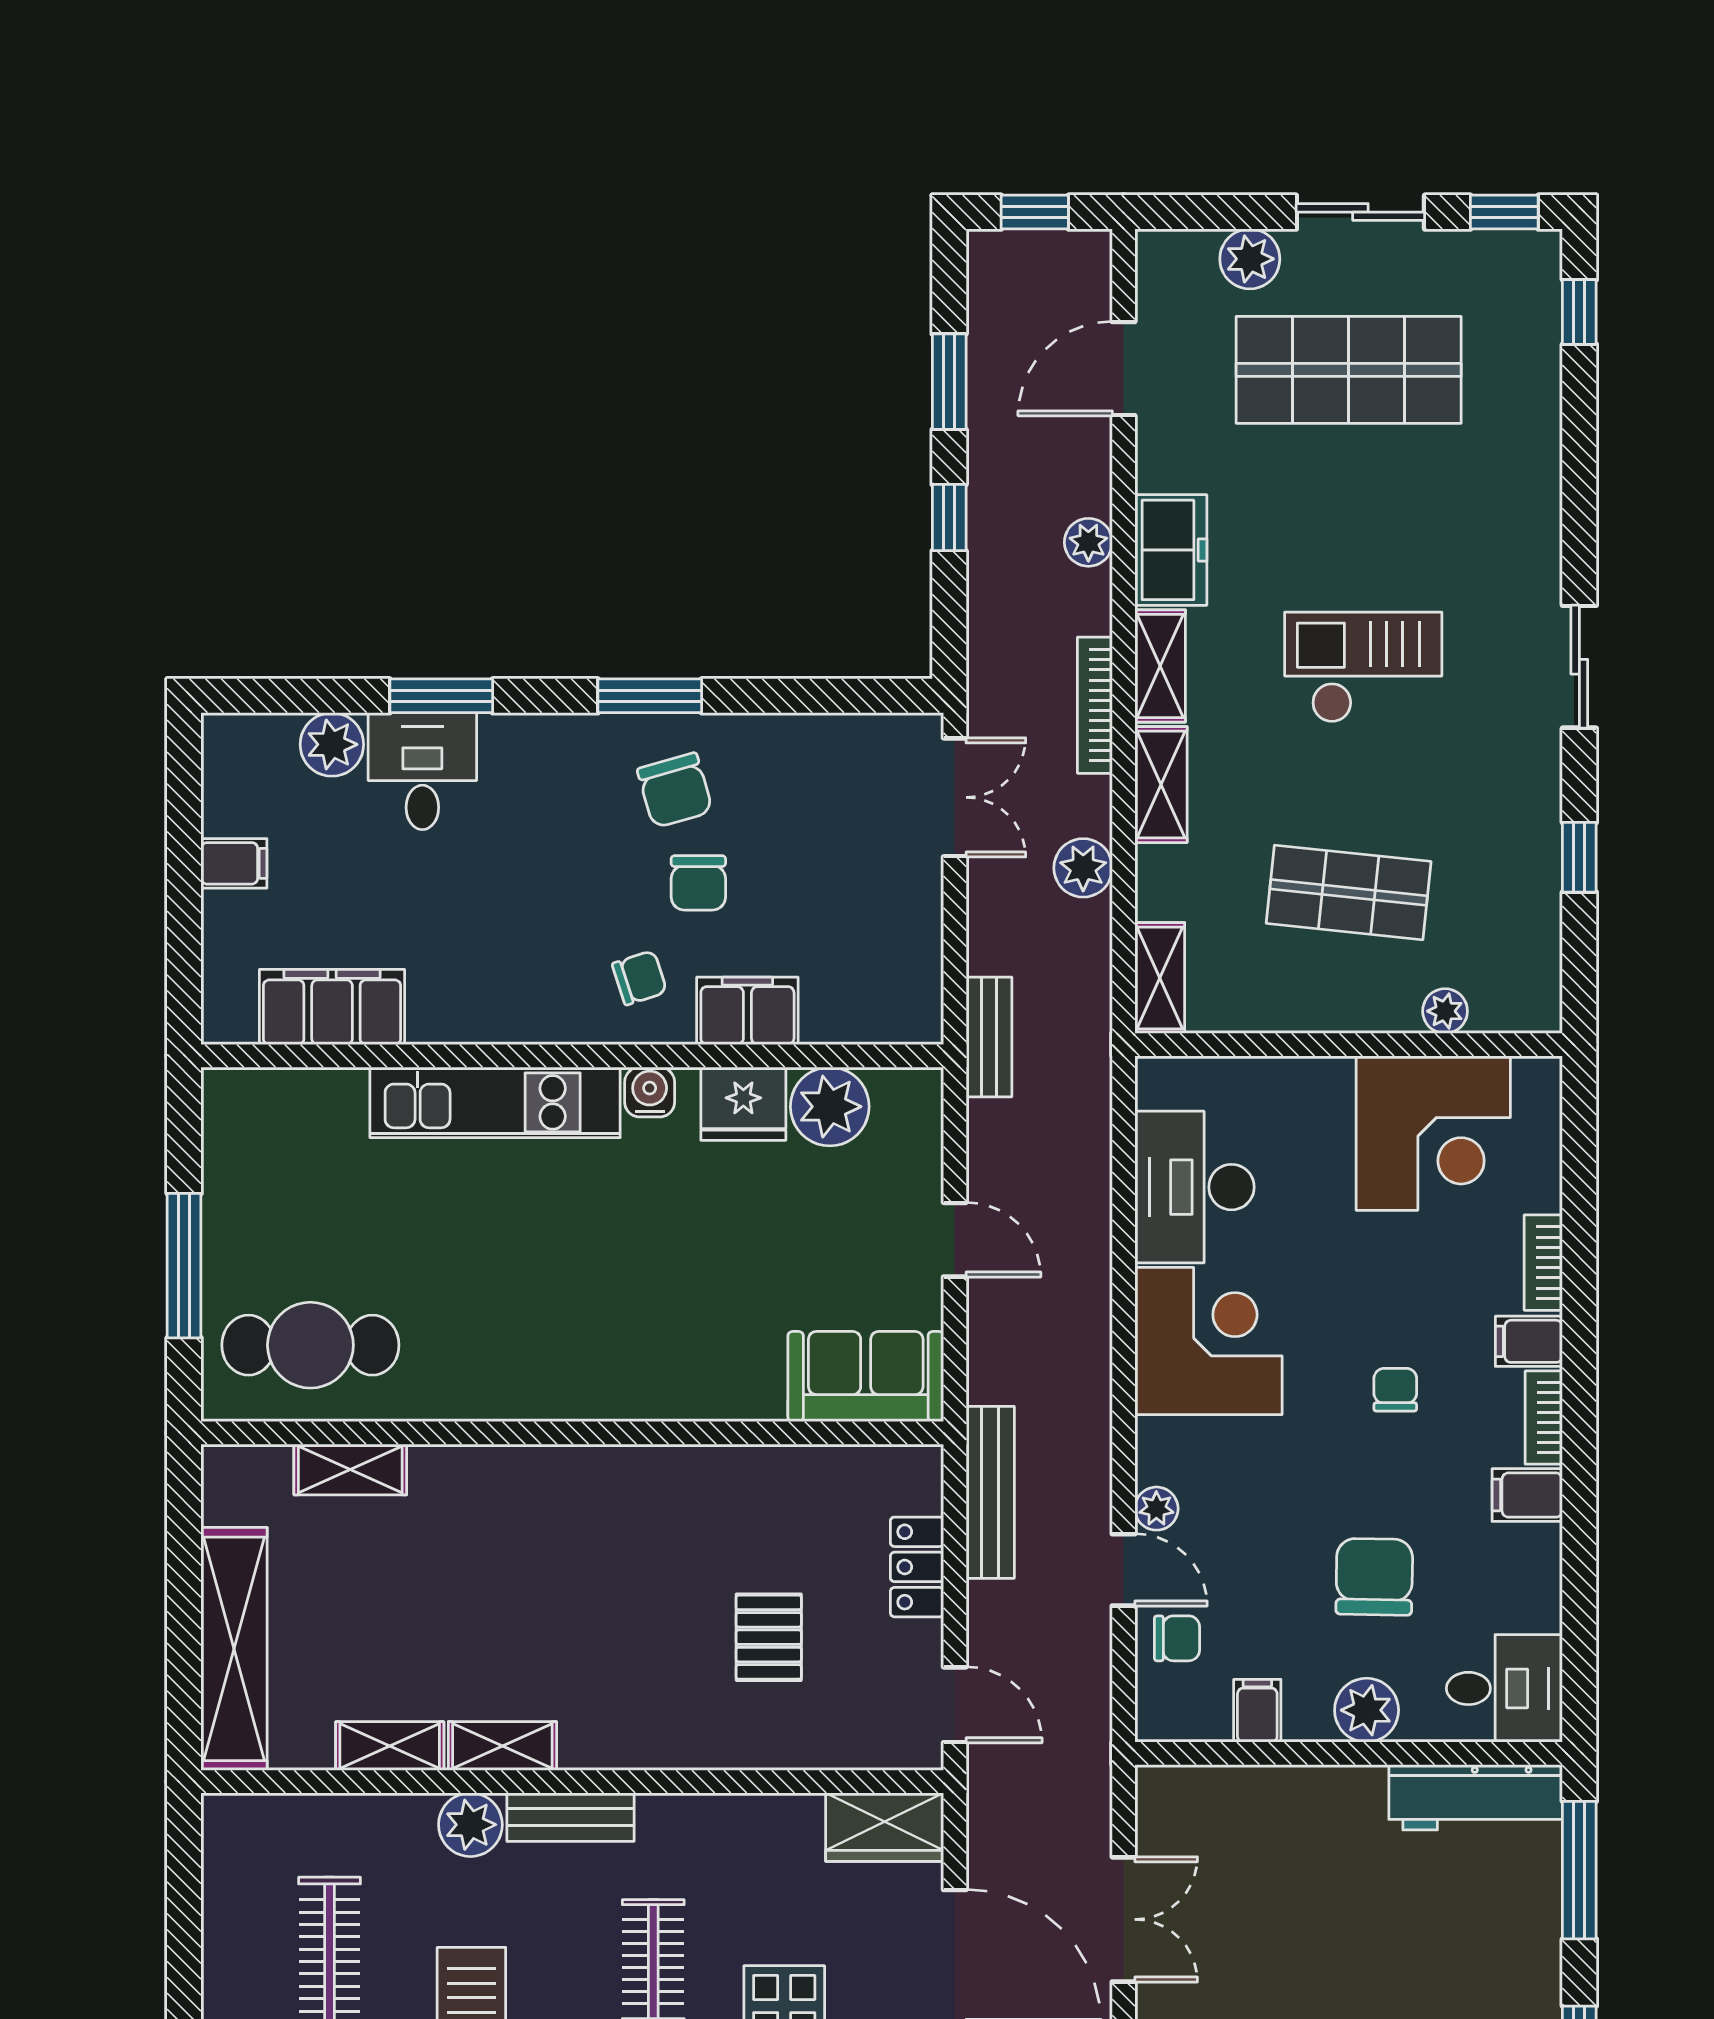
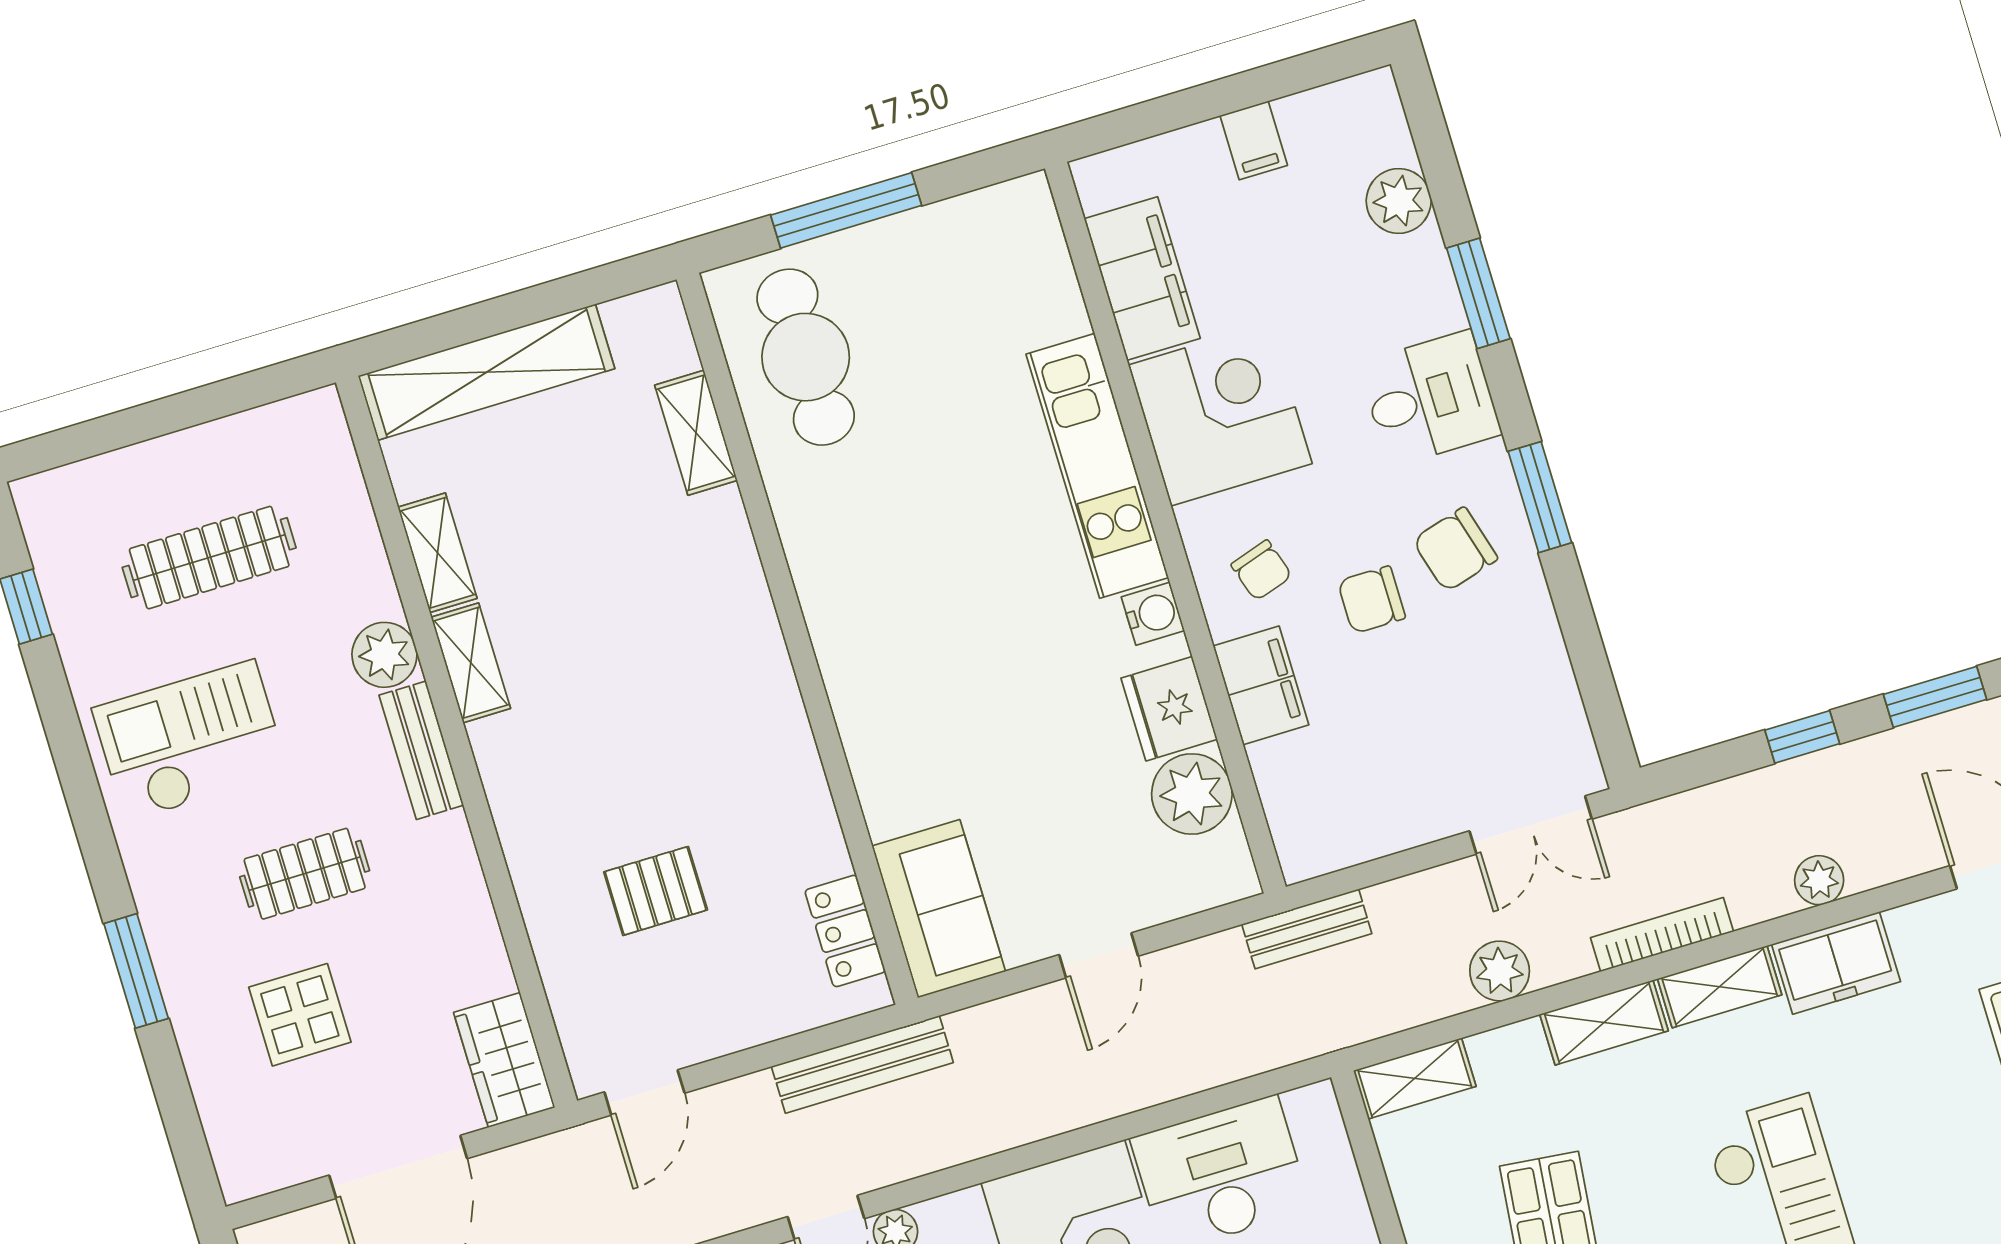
desk: (422, 771) -> (1430, 399), moved
corner desk: (481, 972) -> (1220, 414), added
locker: (917, 1567) -> (845, 931), moved, turned -90

